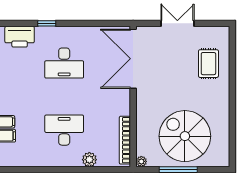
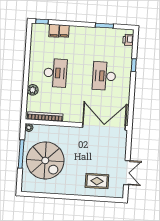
double door: (177, 23) -> (127, 173), moved
printer: (20, 37) -> (128, 40), width x0.53, depth x0.68
spiral stairs: (185, 136) -> (45, 160), turned 90

